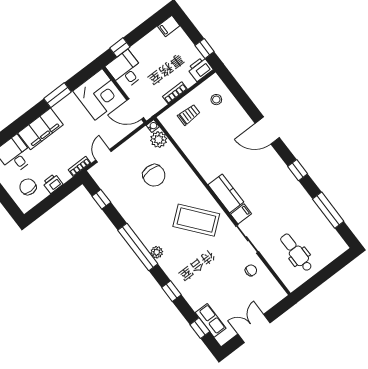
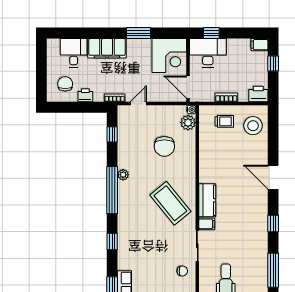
window: (205, 49) -> (273, 63), moved
desk: (126, 70) -> (208, 53), width x1.37
stool: (216, 100) -> (253, 126), width x1.89, depth x1.89
plant: (157, 252) -> (123, 175), moved

